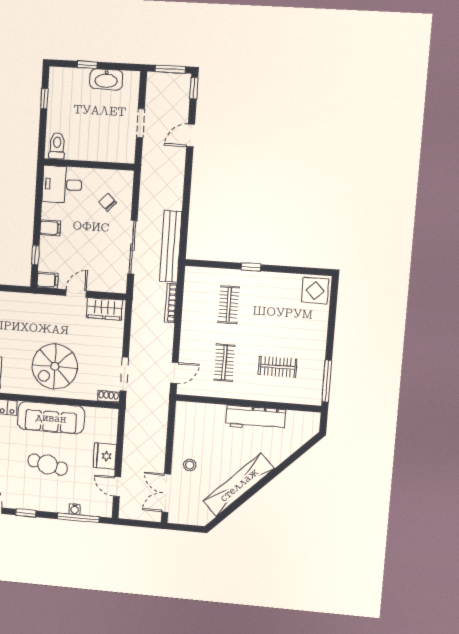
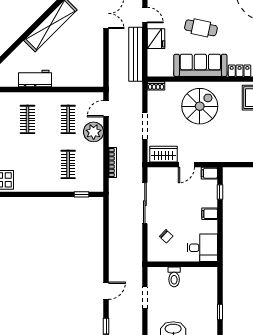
toilet: (57, 146) -> (174, 277), moved
bench: (171, 246) -> (136, 54), moved
window: (251, 267) -> (81, 194), moved
plant: (193, 344) -> (94, 132), added
clothes rail: (278, 367) -> (27, 119), turned 90
doorway: (124, 374) -> (145, 126), moved
workbench: (256, 418) -> (35, 78), width x0.73
stool: (190, 465) -> (89, 37), removed

